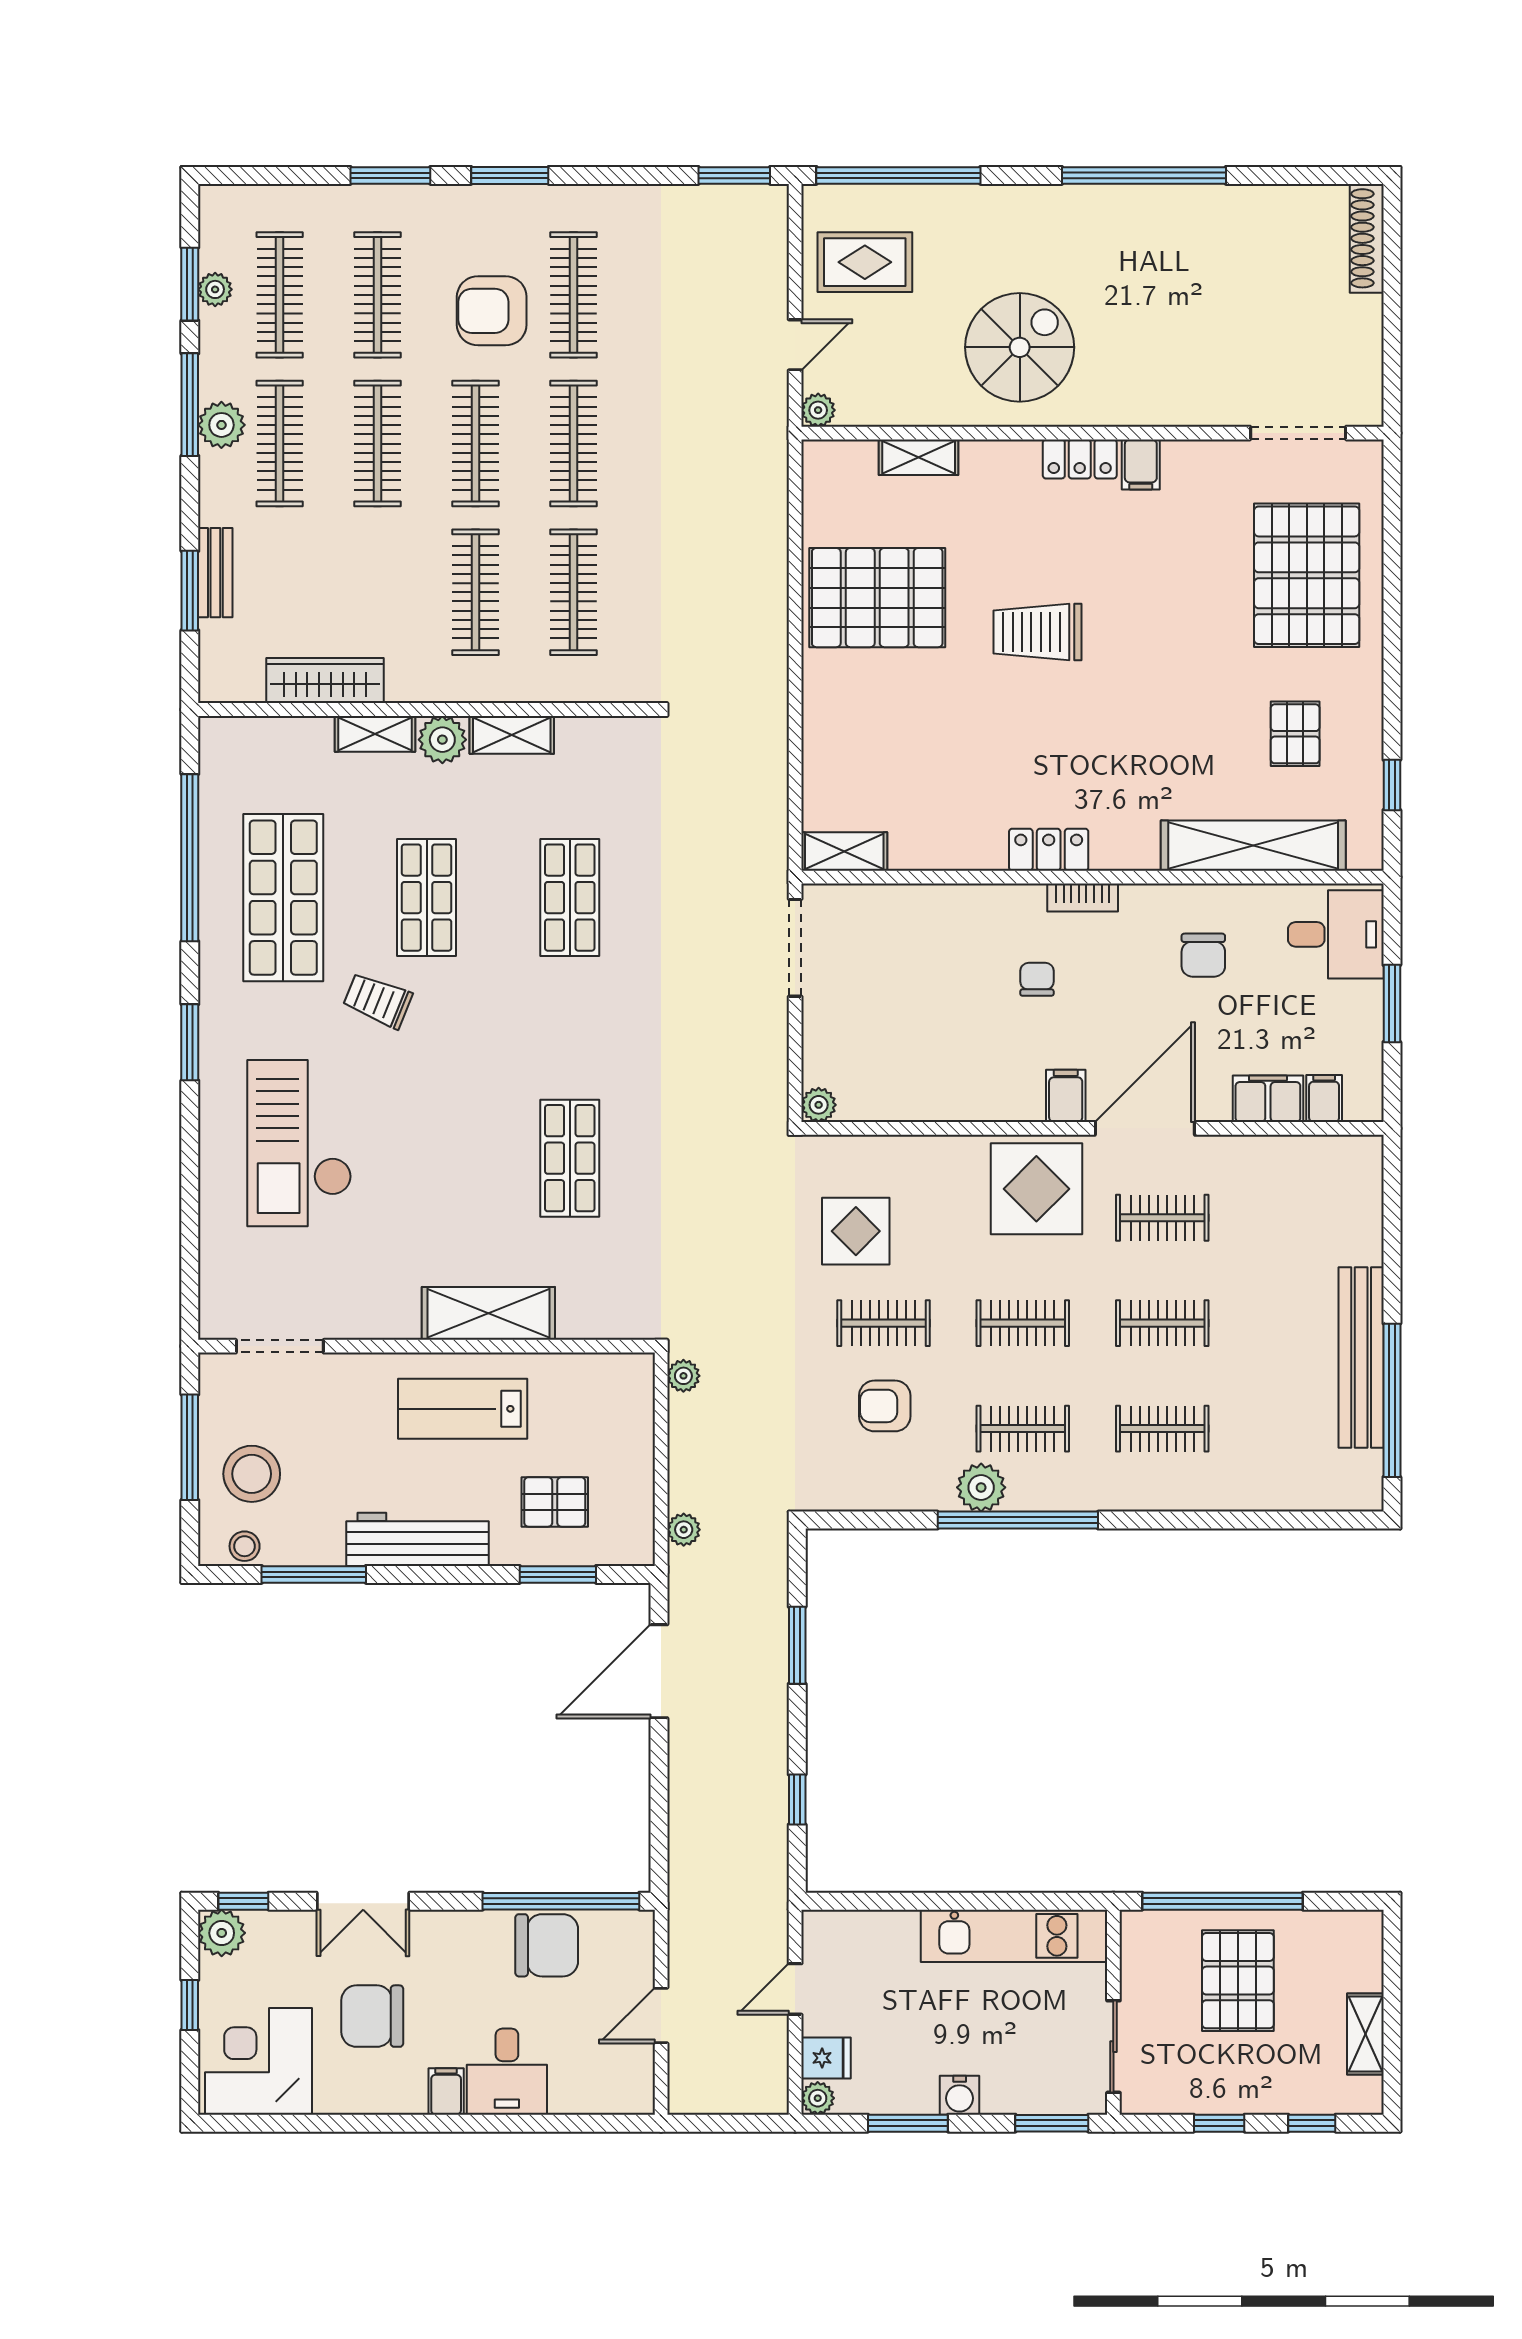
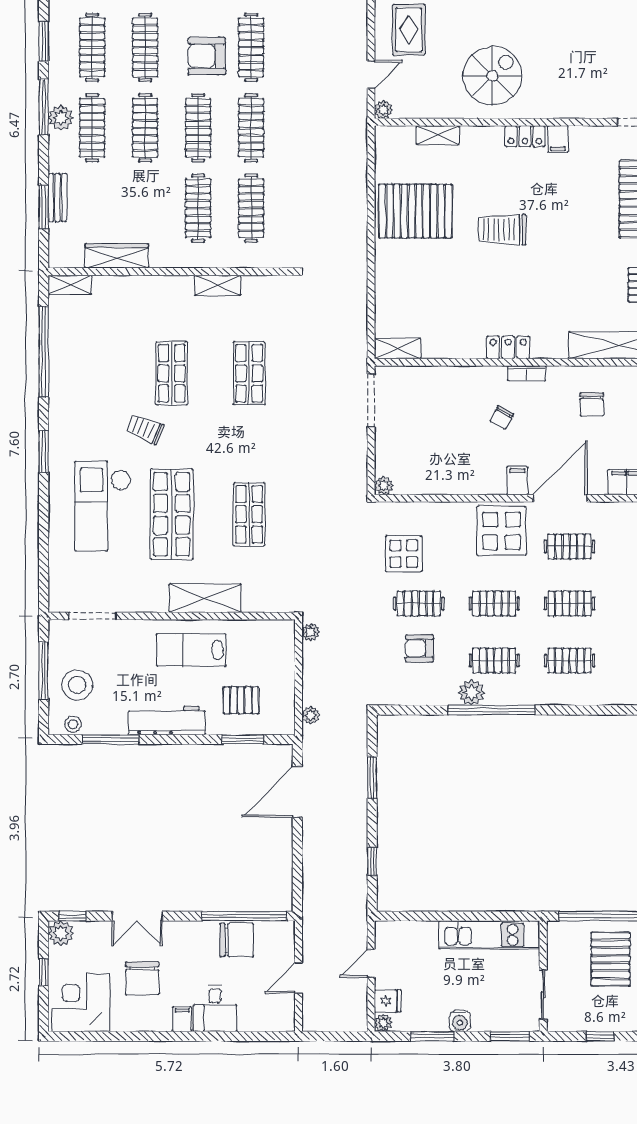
rug: (865, 262) -> (409, 30), turned 90
plant: (215, 289) -> (57, 44), removed
shelving: (375, 734) -> (70, 285), moved
plant: (442, 740) -> (180, 288), removed
shop shelf: (283, 898) -> (172, 514), moved
chair: (1037, 979) -> (502, 418), turned -151
chair: (372, 2016) -> (142, 978), turned -90

